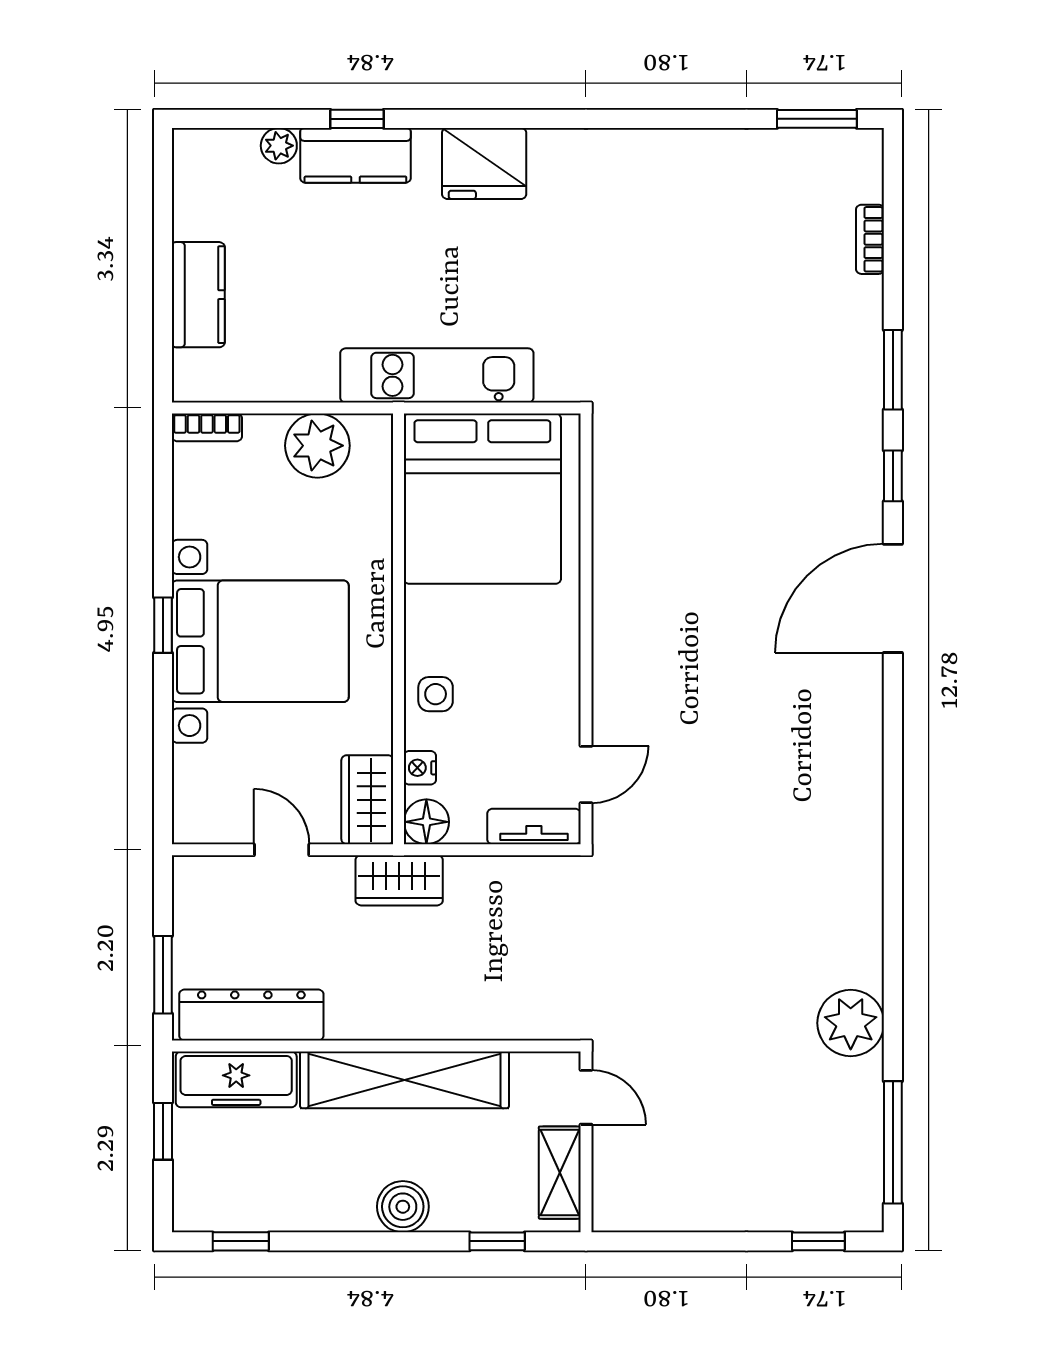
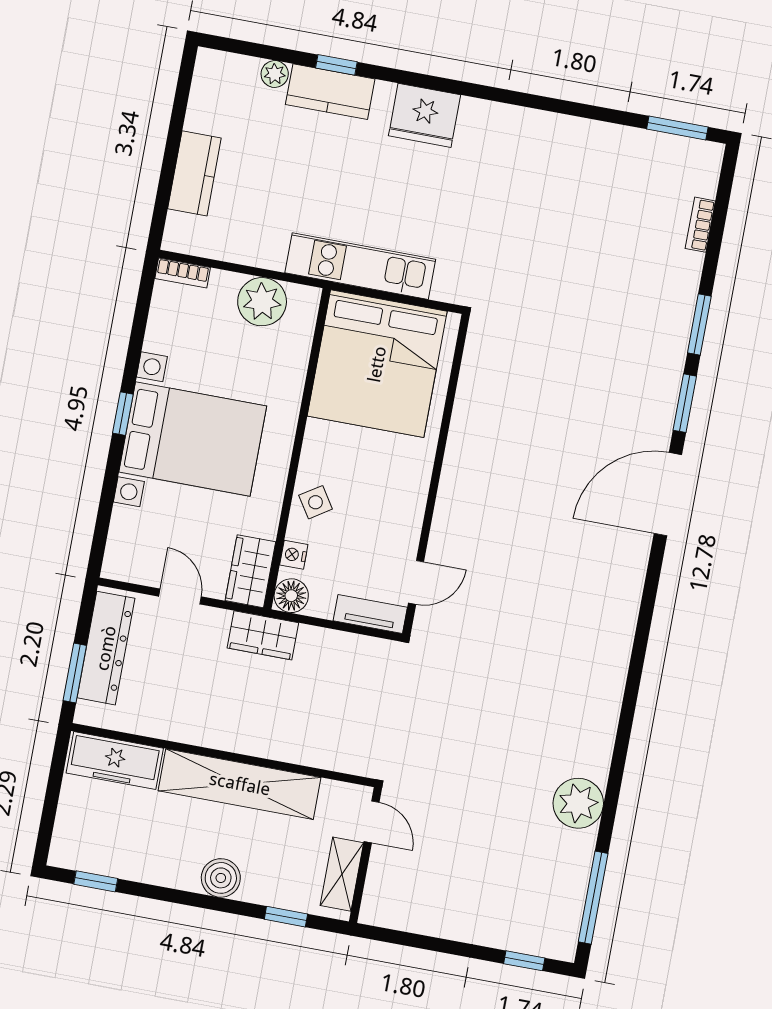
window: (893, 476) -> (685, 403), width x1.50
side table: (436, 694) -> (316, 502), turned -33
dresser: (251, 1015) -> (106, 648), moved, turned 90
window: (163, 1131) -> (53, 789), removed

